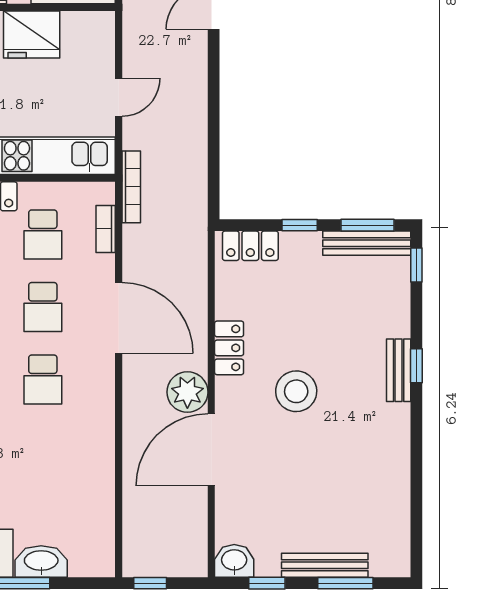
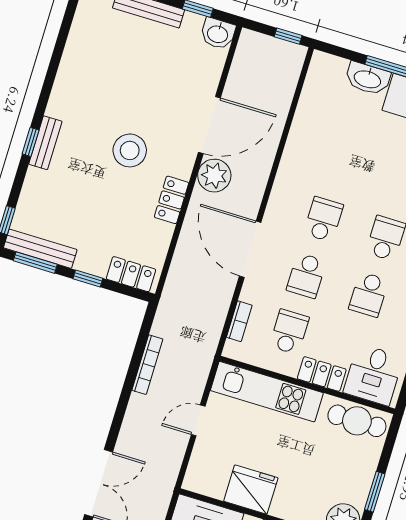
bookcase: (131, 187) -> (147, 365), moved, turned 180
school desk: (43, 307) -> (306, 276), turned 180

